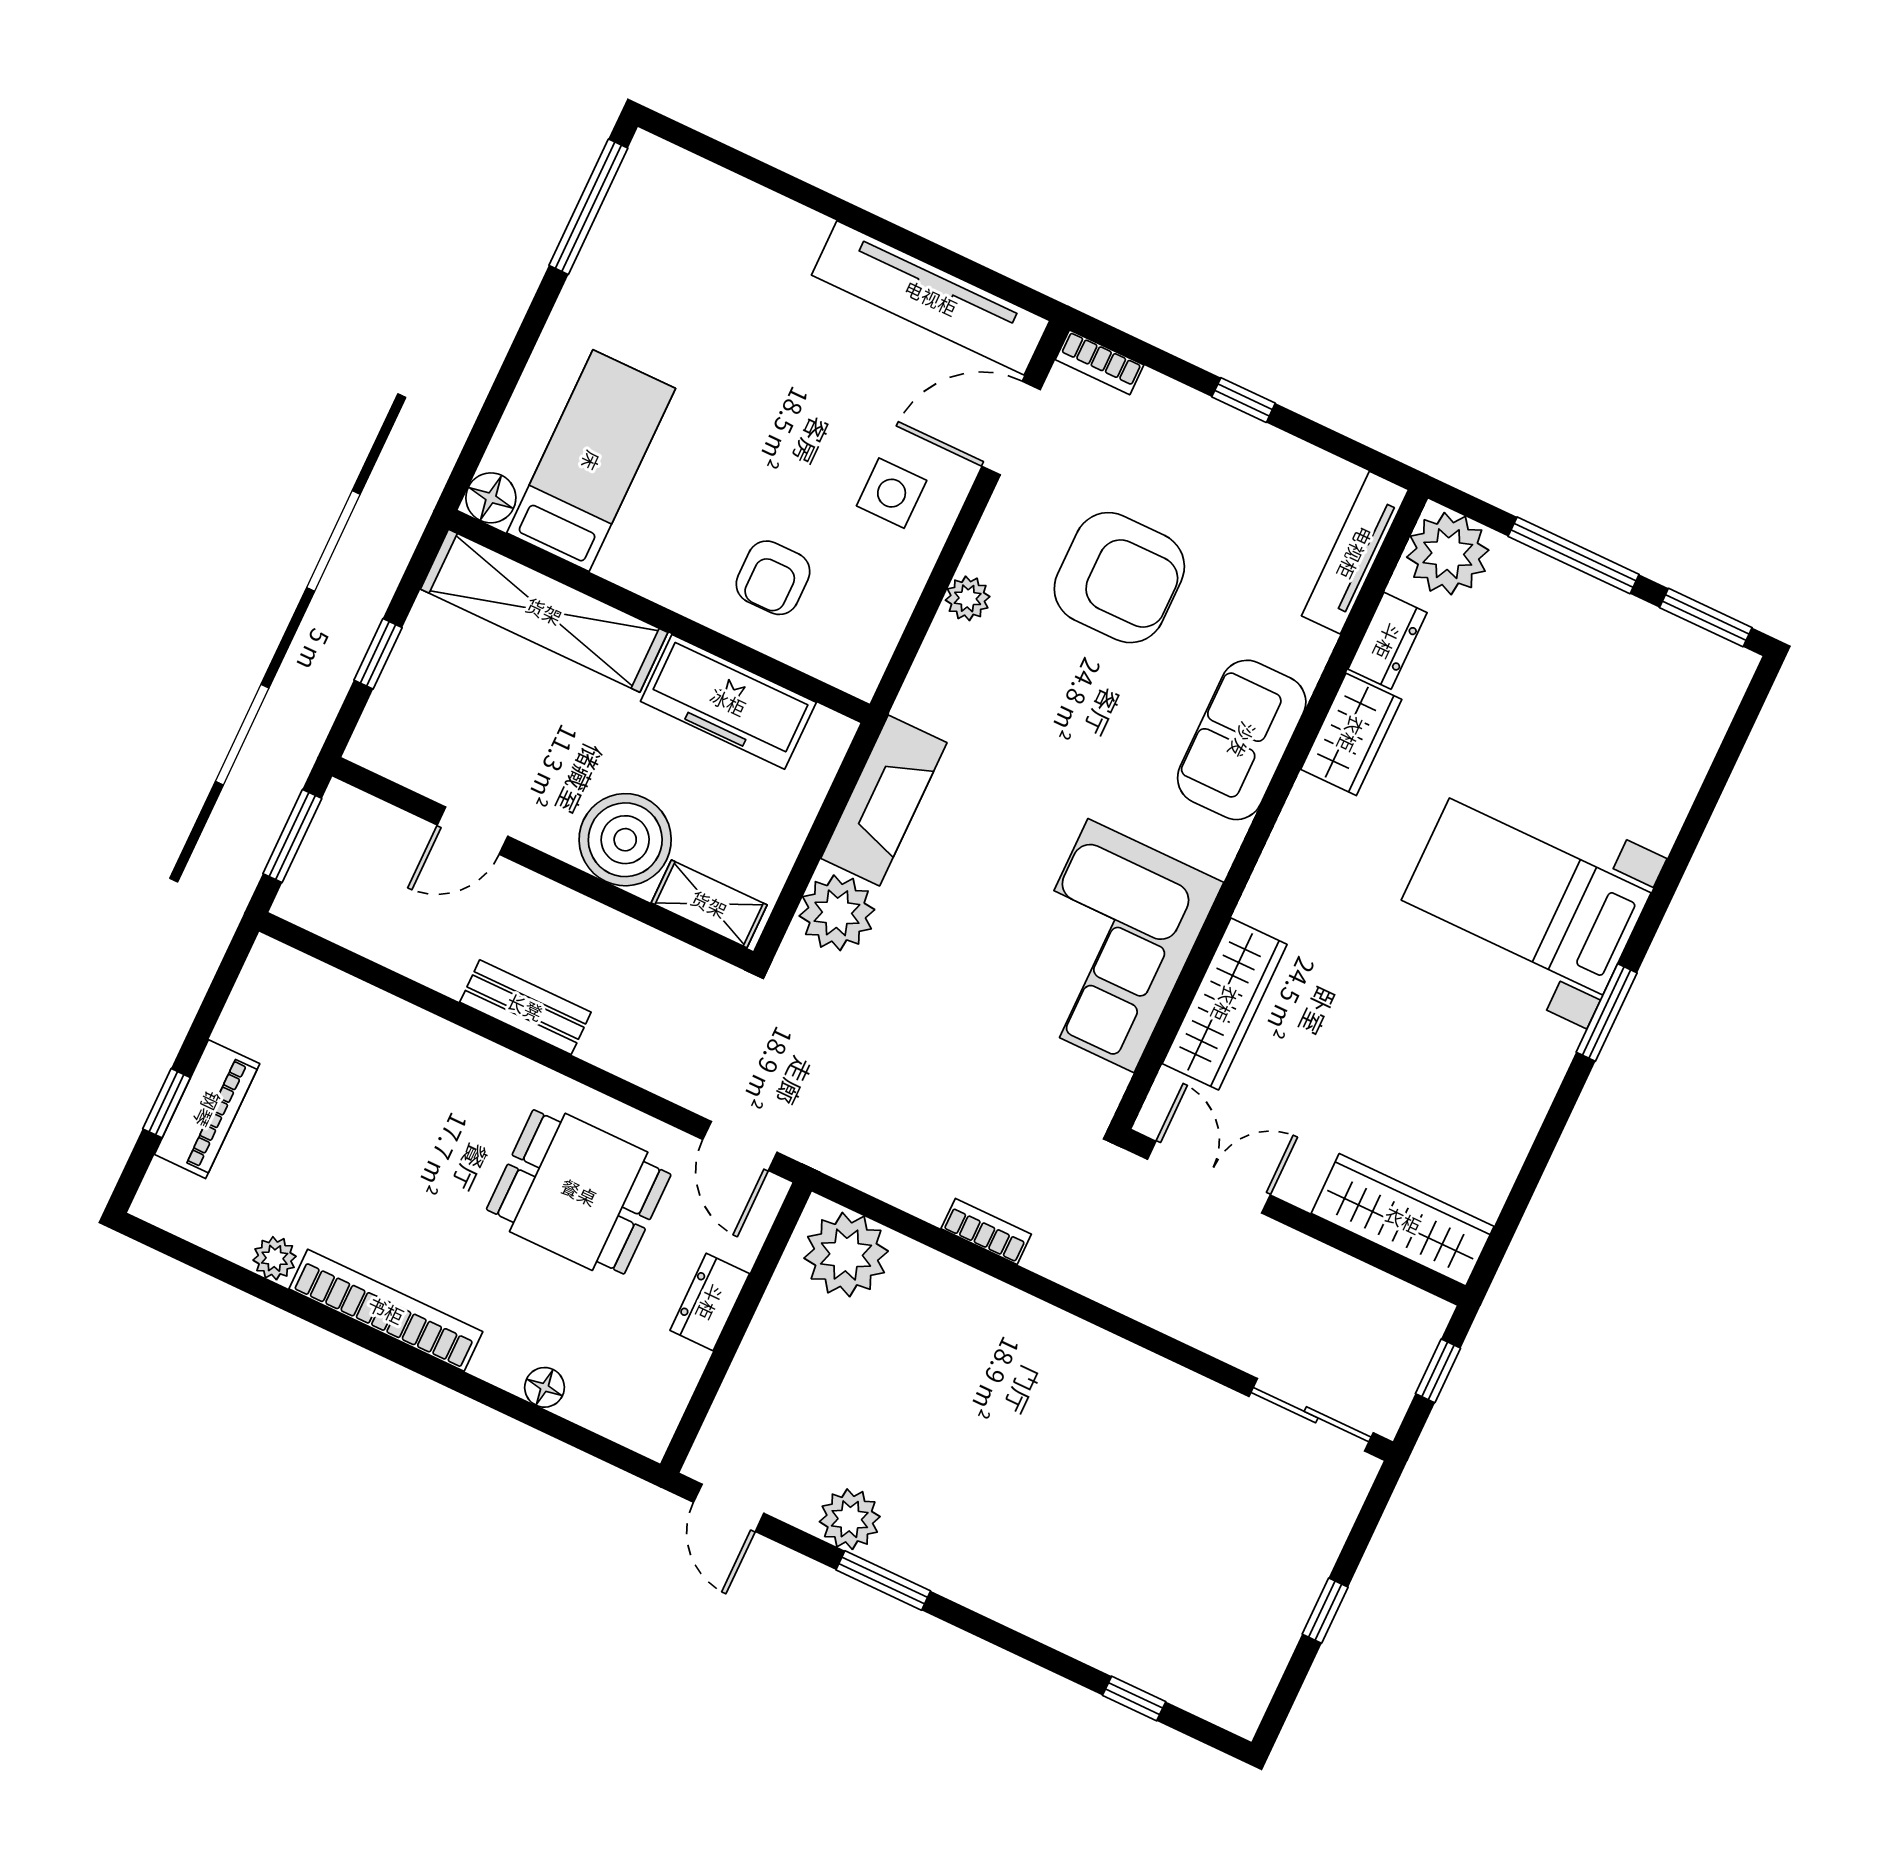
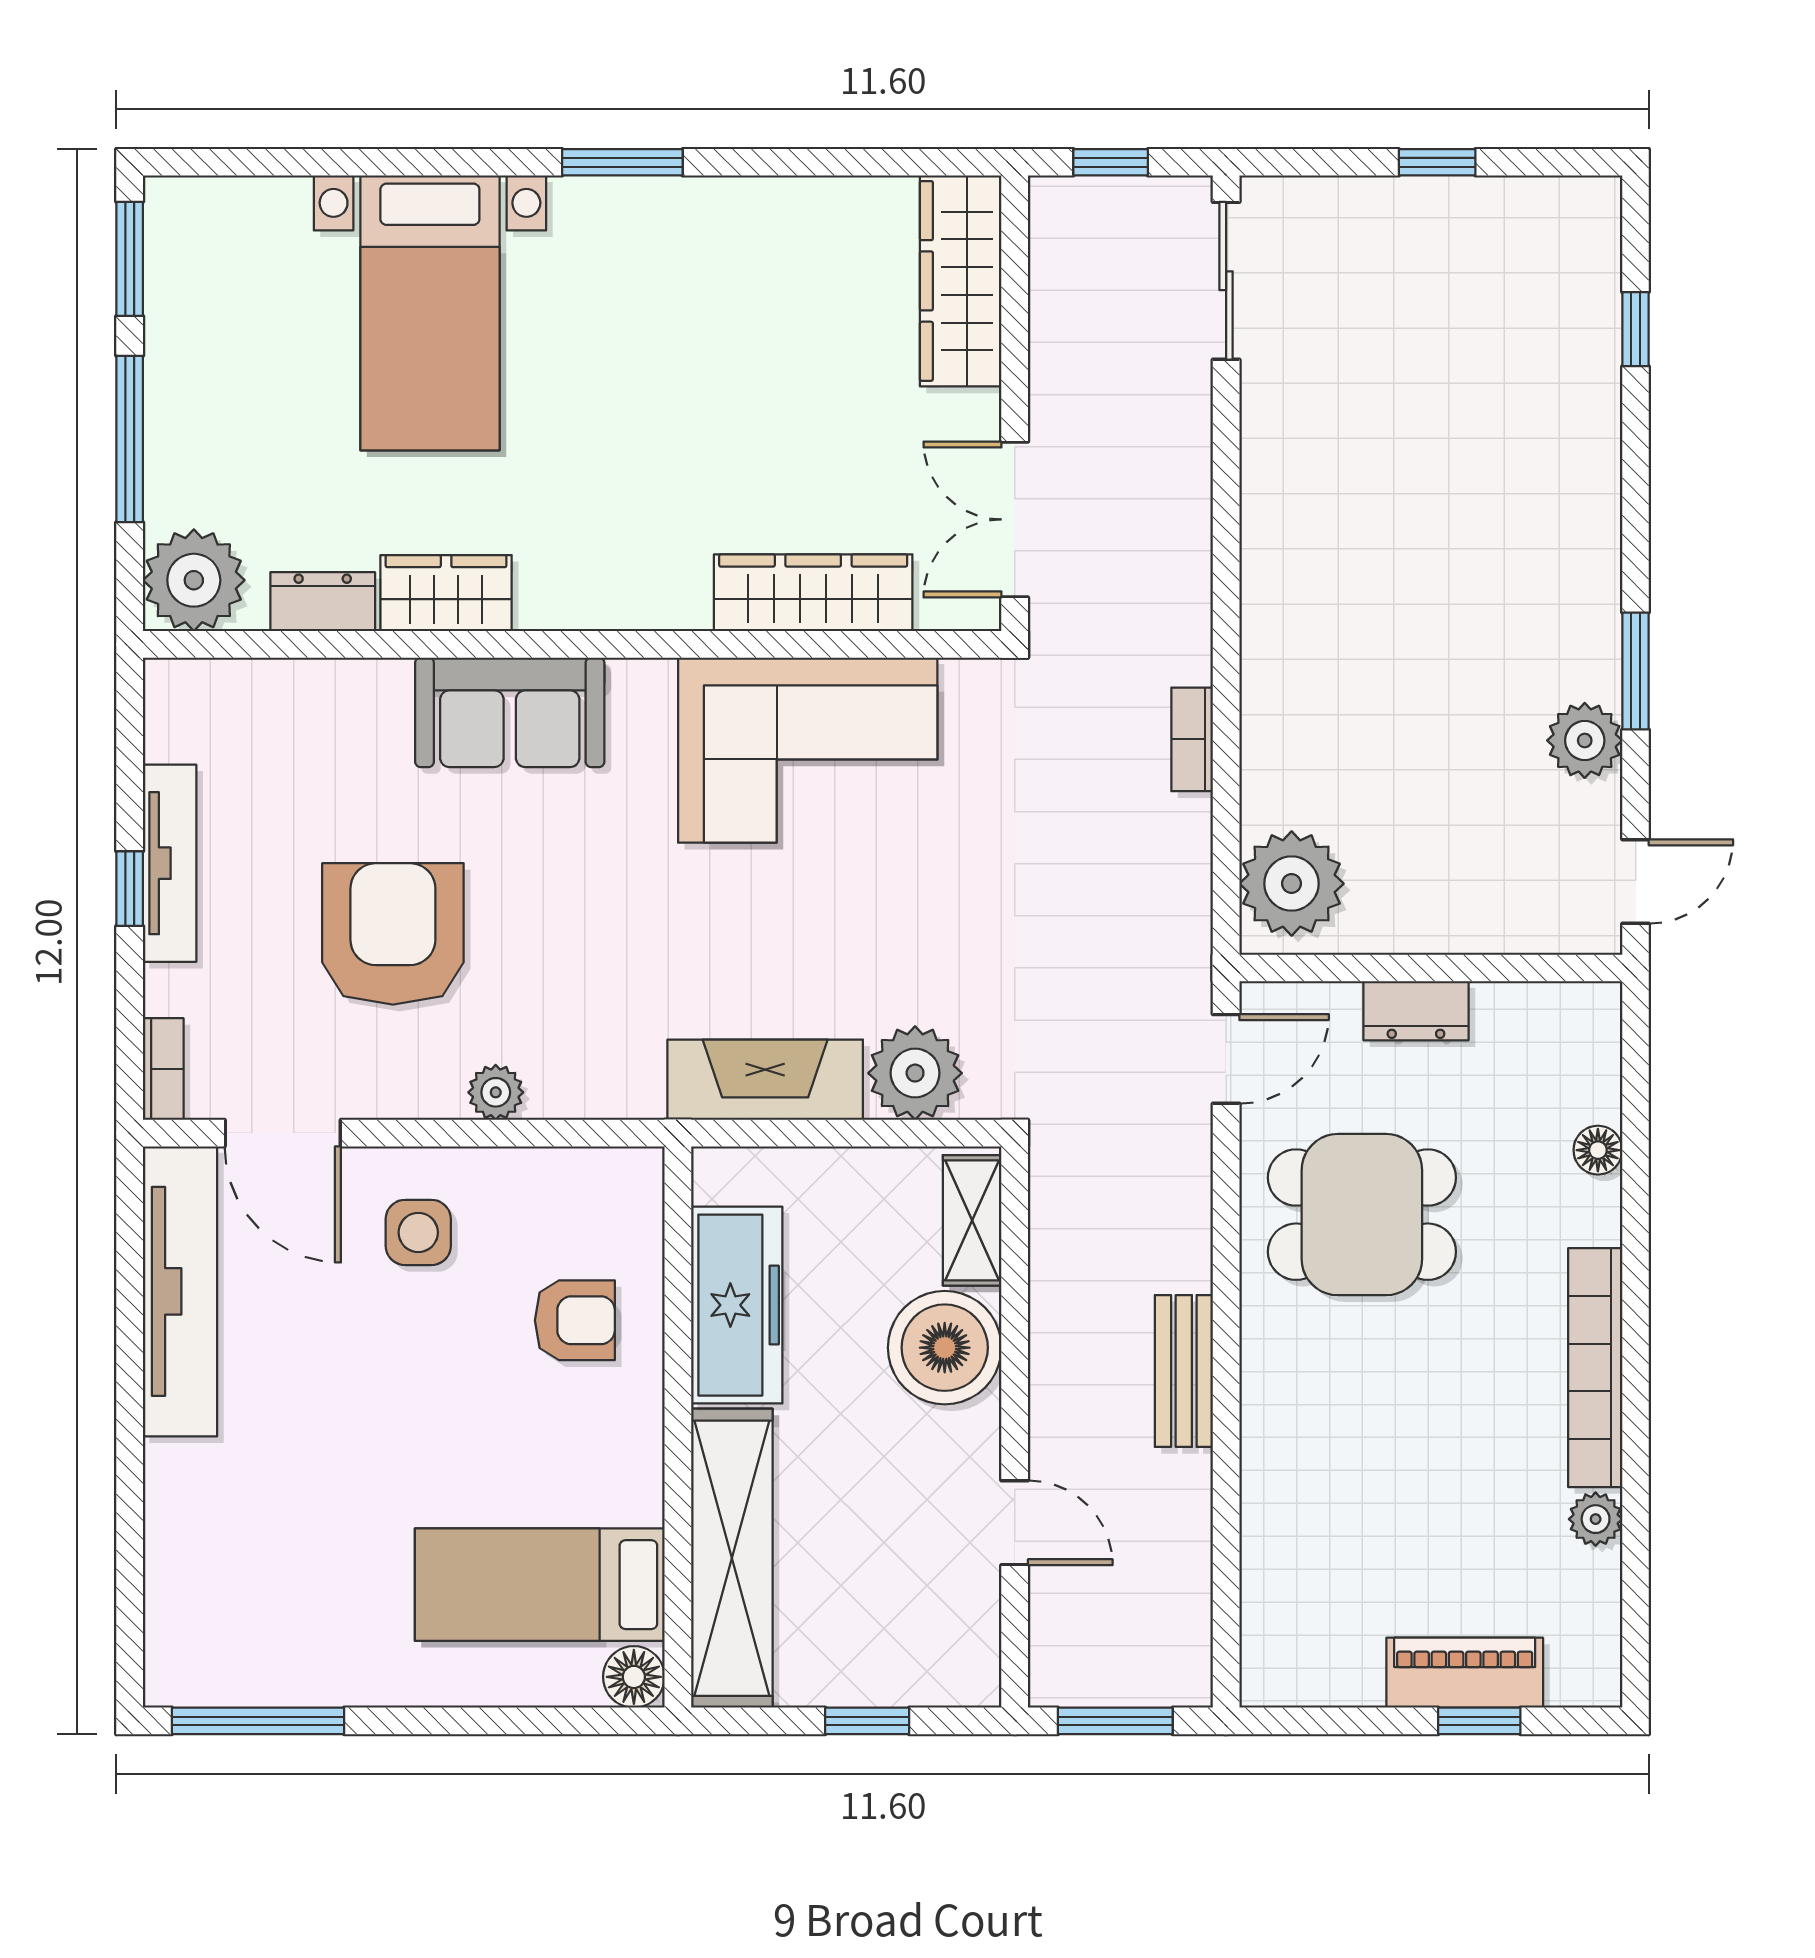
tv unit: (1355, 553) -> (170, 863), moved, turned -90
bed with nightstands: (1526, 896) -> (430, 313), moved
dining table: (579, 1192) -> (1362, 1215), turned 90

